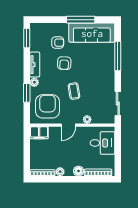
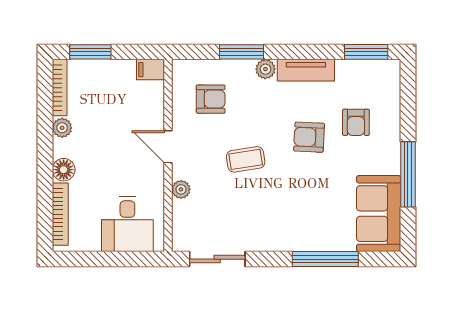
sofa: (92, 33) -> (379, 214), width x0.73
armchair: (47, 106) -> (211, 99), width x0.53, depth x0.53
filing cabinet: (39, 133) -> (151, 70), width x0.50
window: (27, 159) -> (90, 52), added

